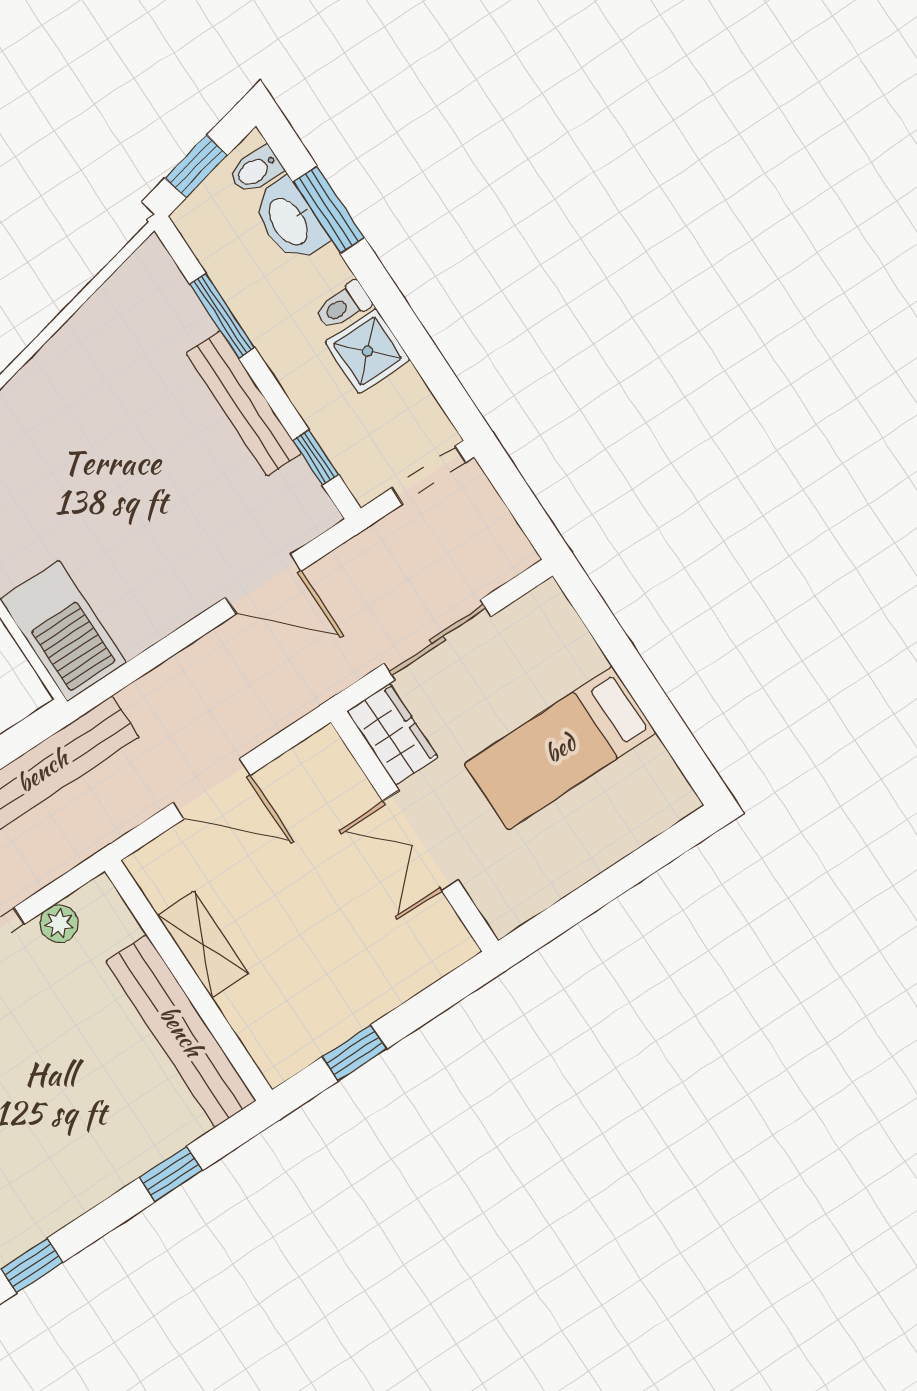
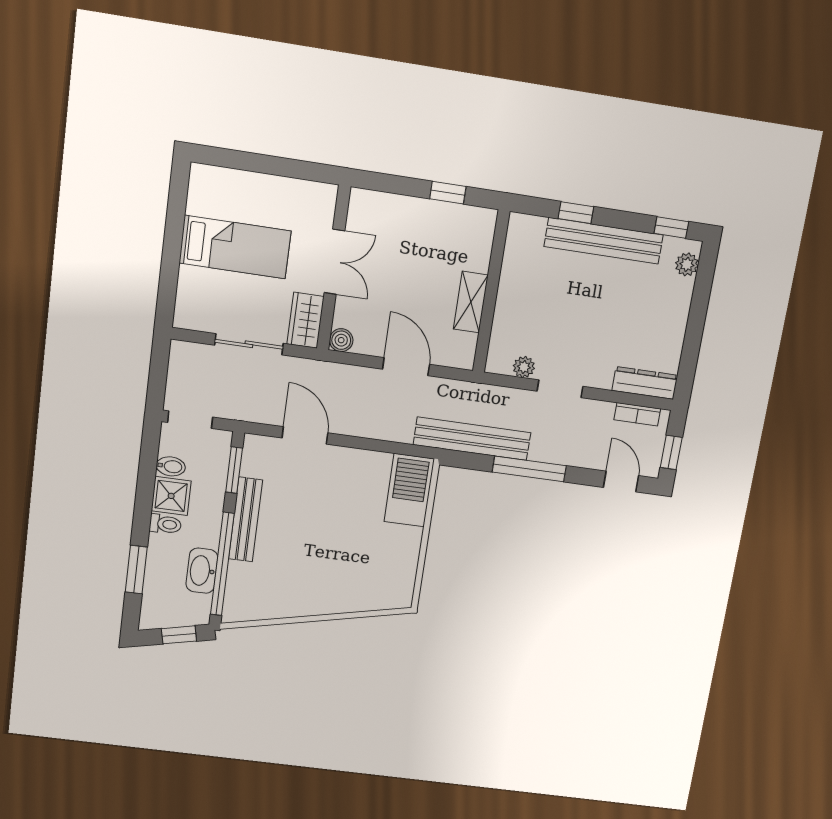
bidet: (256, 170) -> (171, 466), moved
washbasin: (289, 221) -> (202, 571), moved, turned 180
window: (222, 316) -> (222, 564), width x2.11
window: (316, 457) -> (234, 470), width x1.50
boiler: (325, 749) -> (341, 340), added
bench: (181, 1031) -> (604, 241), moved, turned 90

